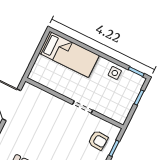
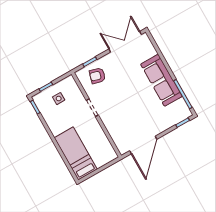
side table: (115, 73) -> (59, 99), moved
armchair: (98, 140) -> (97, 76), turned -77

